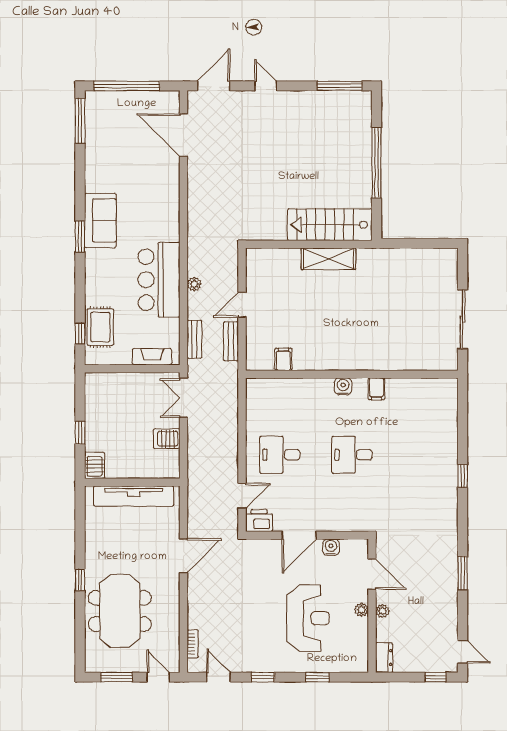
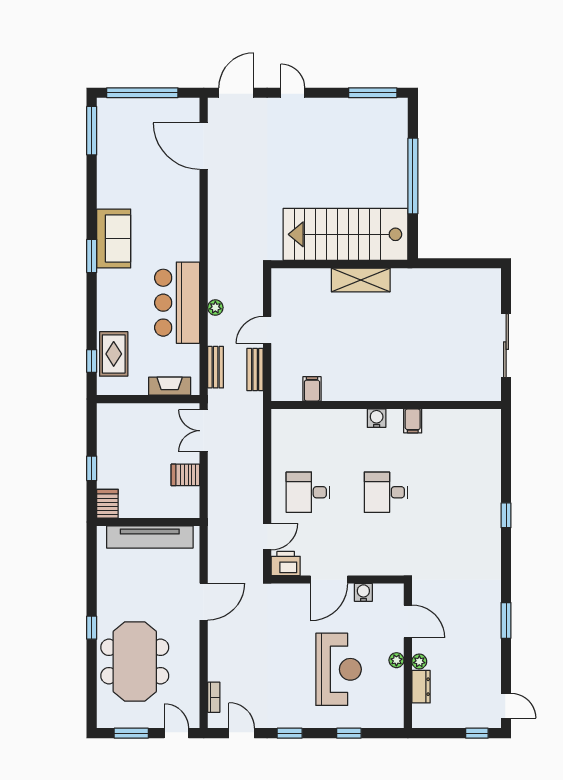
stairs: (330, 225) -> (346, 234), width x1.36, depth x1.51
dresser: (384, 658) -> (421, 687), moved

